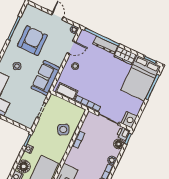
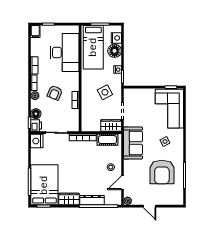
wardrobe: (58, 103) -> (111, 125), added
side table: (63, 130) -> (105, 92), moved
armchair: (93, 154) -> (55, 93), added

